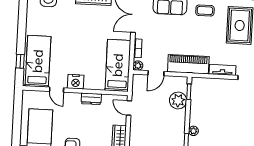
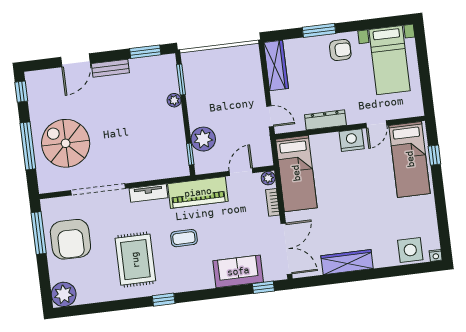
coffee table: (205, 10) -> (184, 238), moved
door: (57, 90) -> (376, 124), swing flipped
dresser: (91, 99) -> (325, 120), width x1.44

